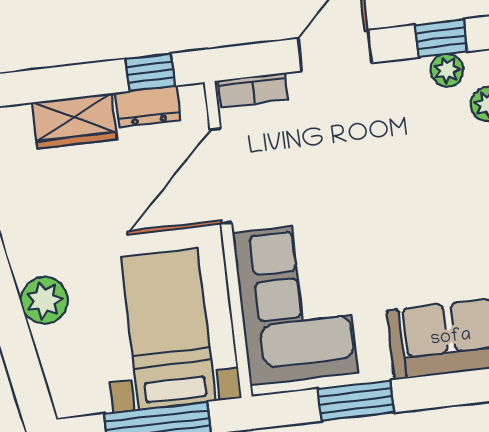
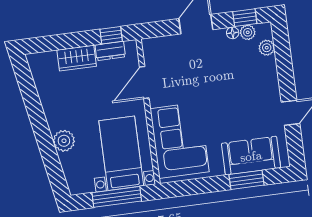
floor lamp: (414, 71) -> (233, 33), added
bookcase: (253, 90) -> (159, 43), removed
door: (221, 176) -> (144, 82), width x0.73
window: (356, 401) -> (247, 180), moved

